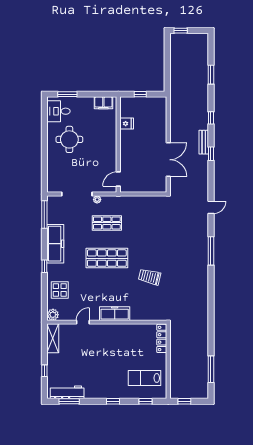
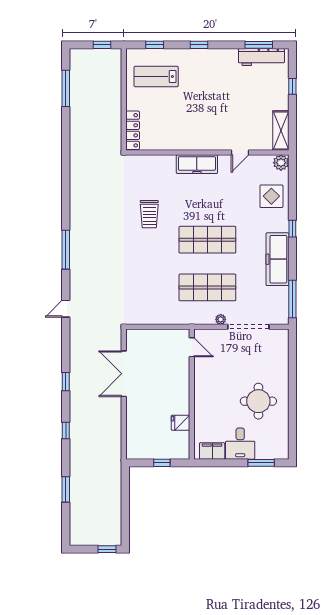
desk: (59, 111) -> (240, 444), moved, turned 90
bench: (204, 142) -> (76, 398), removed
door: (118, 179) -> (192, 347), hinge flipped
shop shelf: (107, 223) -> (207, 287), width x1.43, depth x1.36
trolley: (150, 277) -> (149, 214), turned 76
lab bench: (144, 378) -> (156, 76), turned 180

